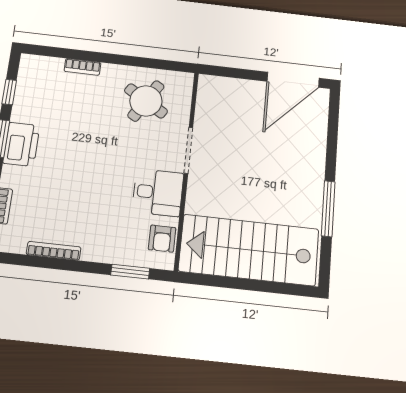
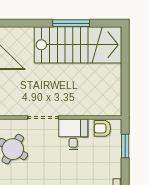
armchair: (162, 239) -> (102, 128), turned 180
stairs: (249, 250) -> (78, 45), moved, turned -90

